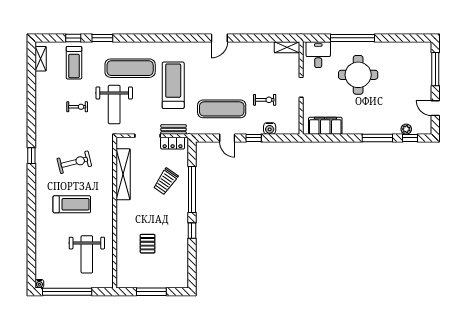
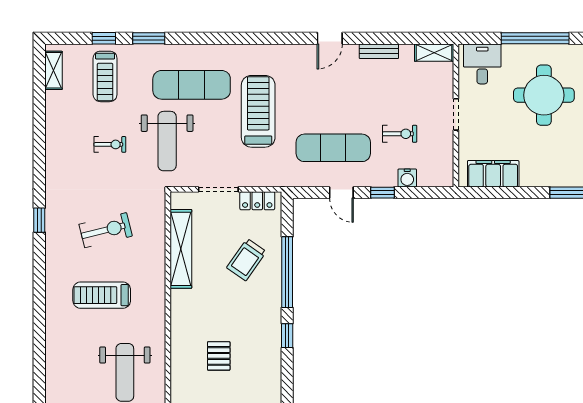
bench: (174, 129) -> (379, 51), moved
treadmill: (72, 204) -> (102, 295), turned 180

